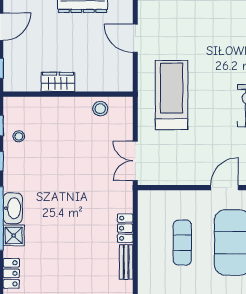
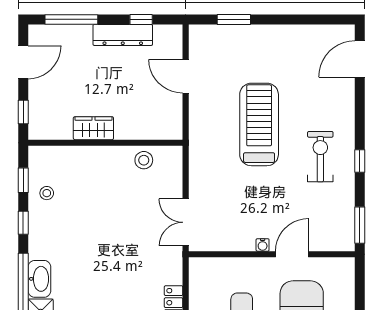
treadmill: (172, 95) -> (259, 124), moved
water cooler: (200, 180) -> (263, 245), added

